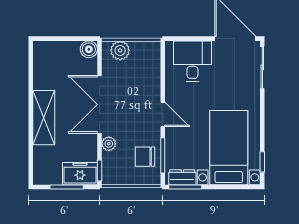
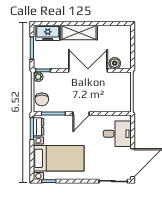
boiler: (89, 49) -> (115, 63), moved
plant: (120, 50) -> (125, 84), removed
plant: (109, 144) -> (38, 77), moved
chair: (145, 157) -> (42, 99), moved, turned 180
freezer: (80, 174) -> (48, 33), moved, turned 90

